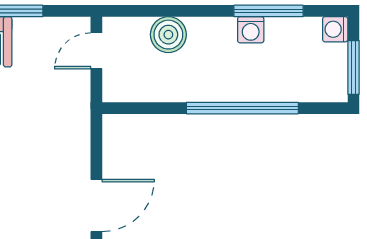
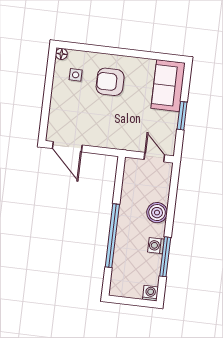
boiler: (168, 35) -> (157, 213), moved
window: (353, 67) -> (128, 301), removed

